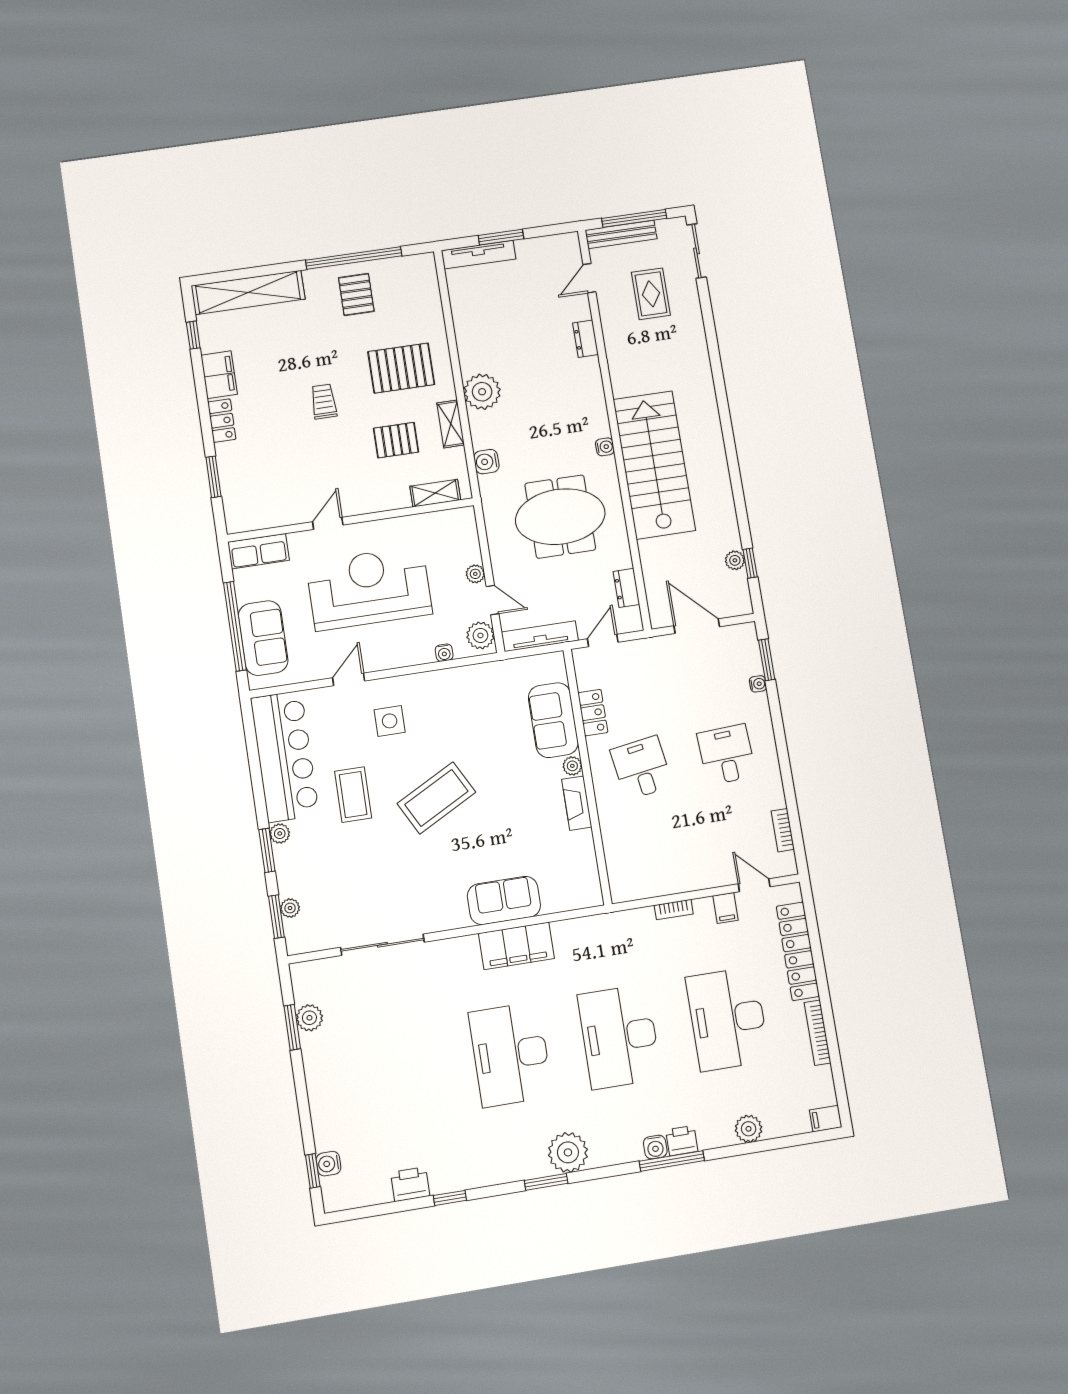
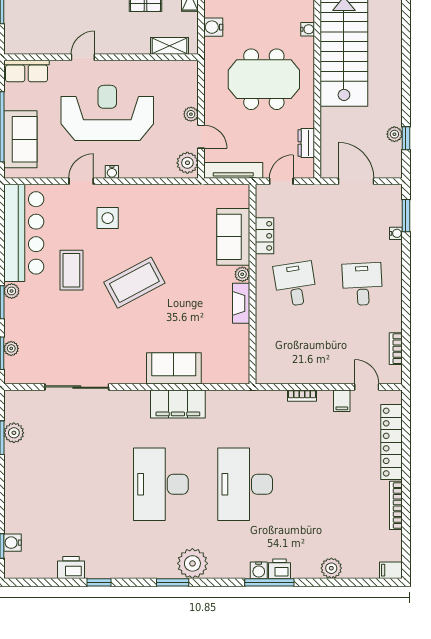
water cooler: (444, 653) -> (112, 172), moved
desk: (728, 1019) -> (329, 484), removed

